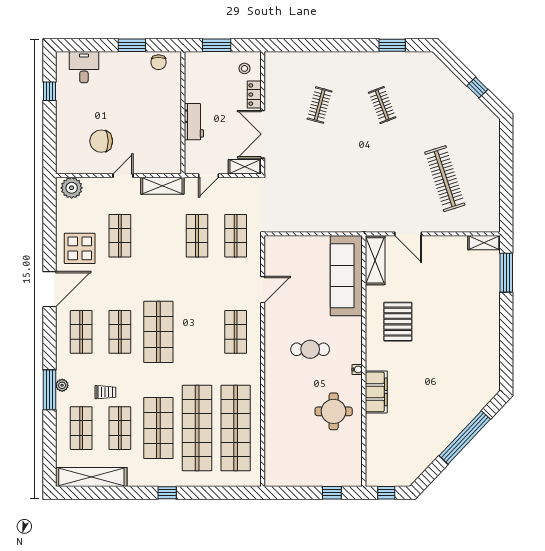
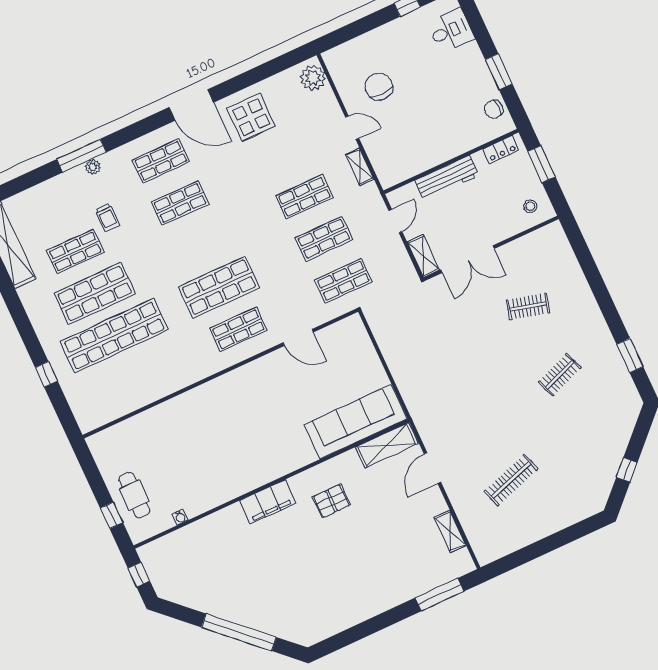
locker: (254, 95) -> (501, 150), moved, turned 180
workbench: (194, 122) -> (447, 178), width x1.38
double door: (263, 134) -> (468, 259), swing flipped
door: (209, 176) -> (395, 221), swing flipped
clothes rail: (445, 179) -> (511, 480), width x0.73, depth x0.76
shelving: (162, 186) -> (360, 167), width x0.67, depth x0.75
shop shelf: (120, 236) -> (304, 197), moved
shelving: (484, 243) -> (450, 531), moved
pallet: (398, 322) -> (331, 501), width x0.67, depth x0.71
shop shelf: (158, 332) -> (219, 287), moved
cafe table: (310, 349) -> (134, 495), moved
water cooler: (357, 370) -> (180, 517), moved
filing cabinet: (376, 392) -> (268, 502), moved
round table: (334, 411) -> (201, 476), removed
shop shelf: (81, 428) -> (56, 209), removed
shop shelf: (236, 428) -> (134, 378), removed
window: (167, 493) -> (46, 374), moved

